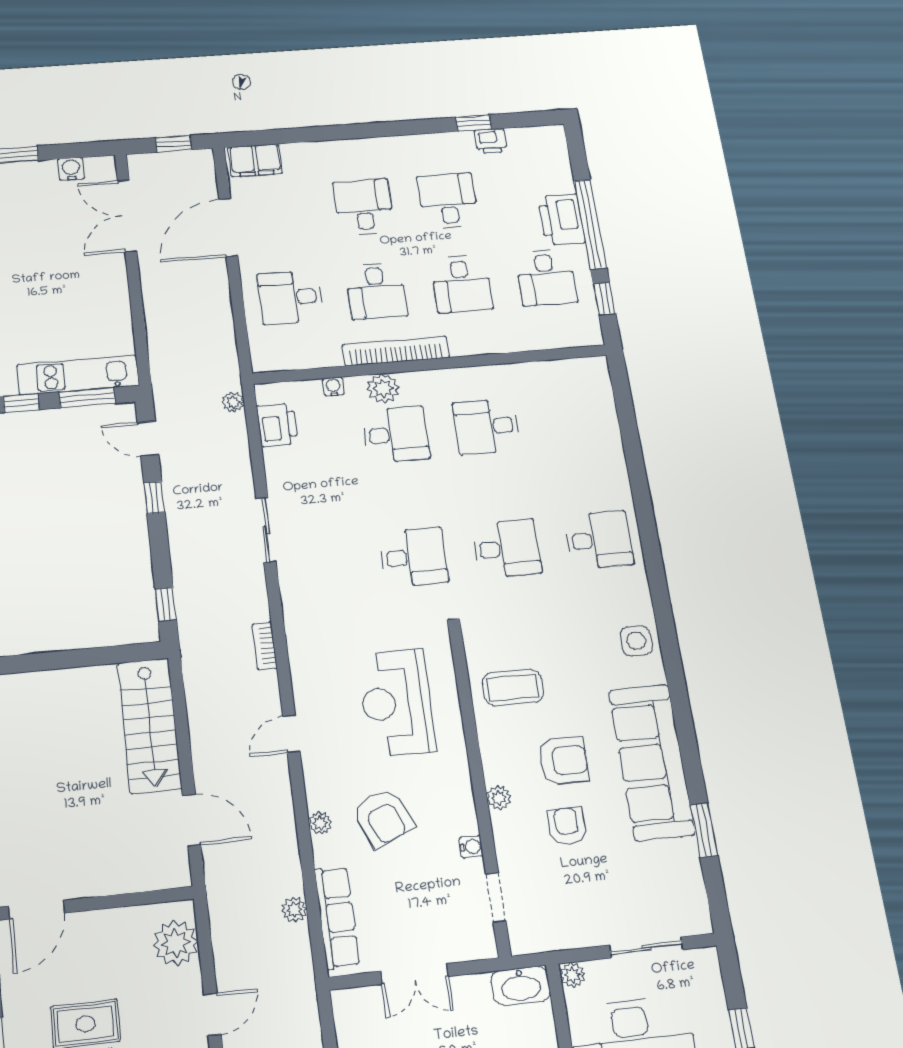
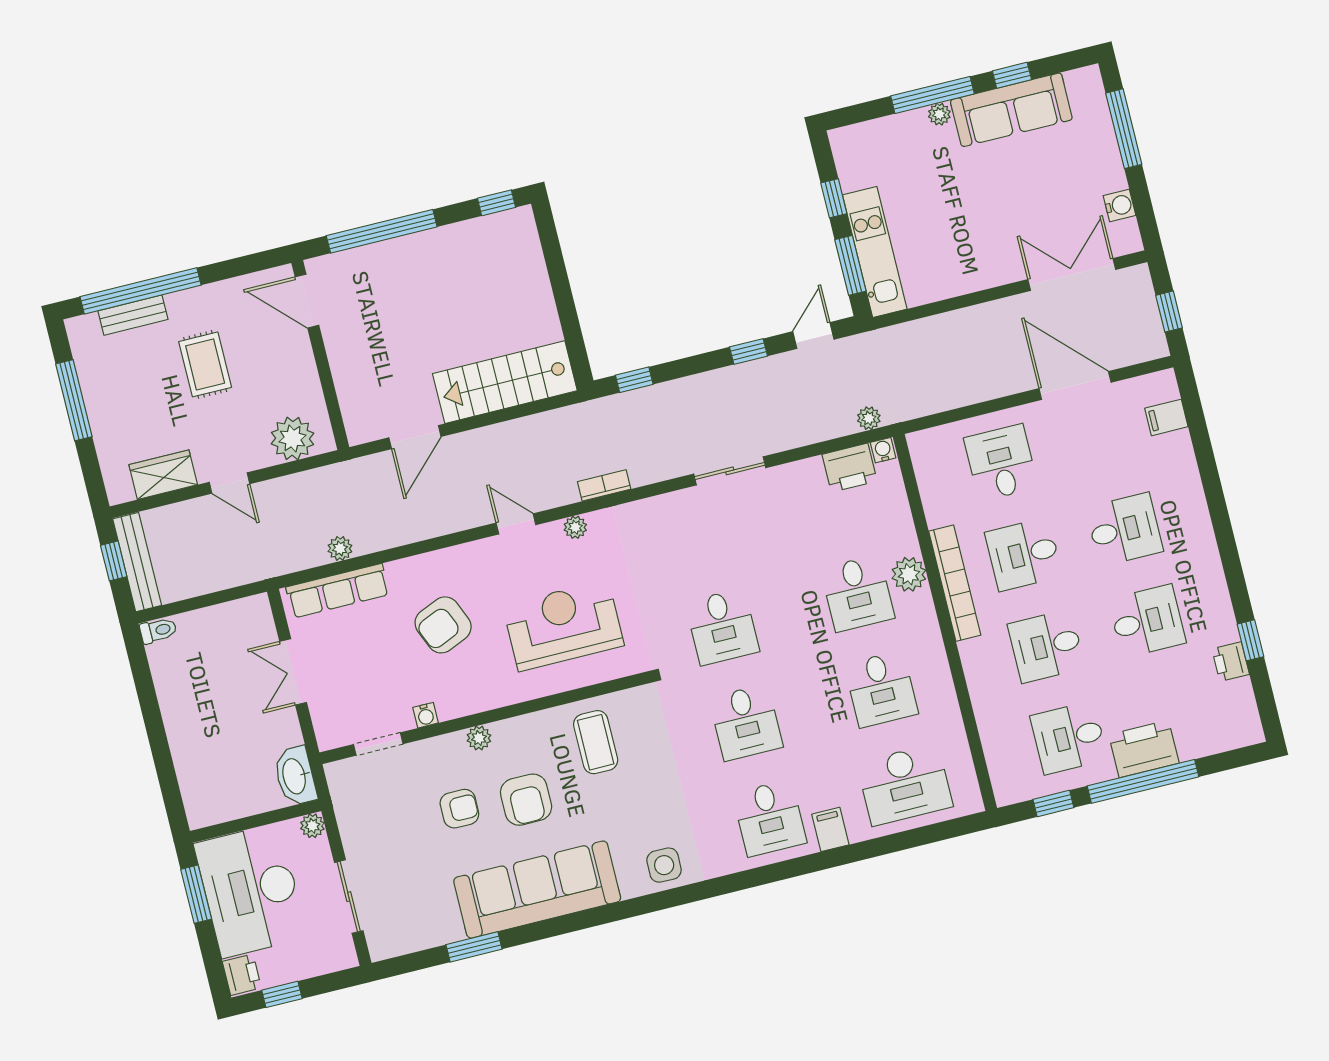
filing cabinet: (255, 160) -> (1166, 417), width x0.50
water cooler: (333, 387) -> (883, 450), moved, turned -90
desk: (577, 419) -> (905, 785), added
desk: (487, 427) -> (881, 689), turned 180
filing cabinet: (613, 488) -> (830, 829), added
plant: (320, 823) -> (575, 527), moved

